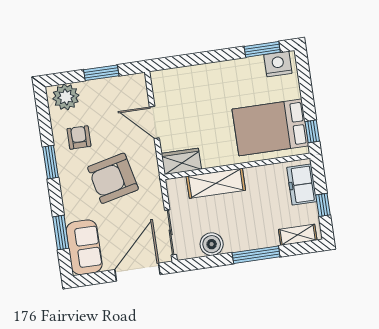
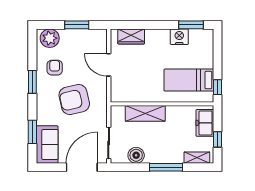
nightstand: (278, 64) -> (179, 37), moved
bed: (270, 127) -> (189, 80), width x0.67
wardrobe: (181, 161) -> (131, 36), moved, turned 180

